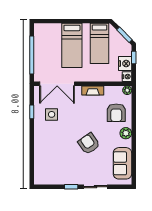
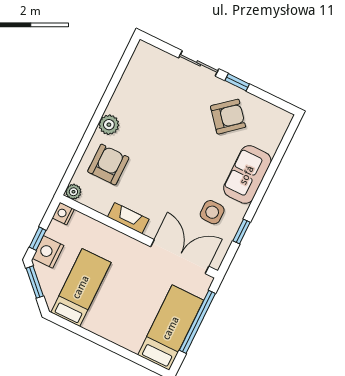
bed: (72, 45) -> (171, 328), moved
nightstand: (125, 64) -> (48, 252), moved
armchair: (89, 144) -> (228, 117), moved, turned -95
sofa: (122, 163) -> (247, 175), moved, turned 180

